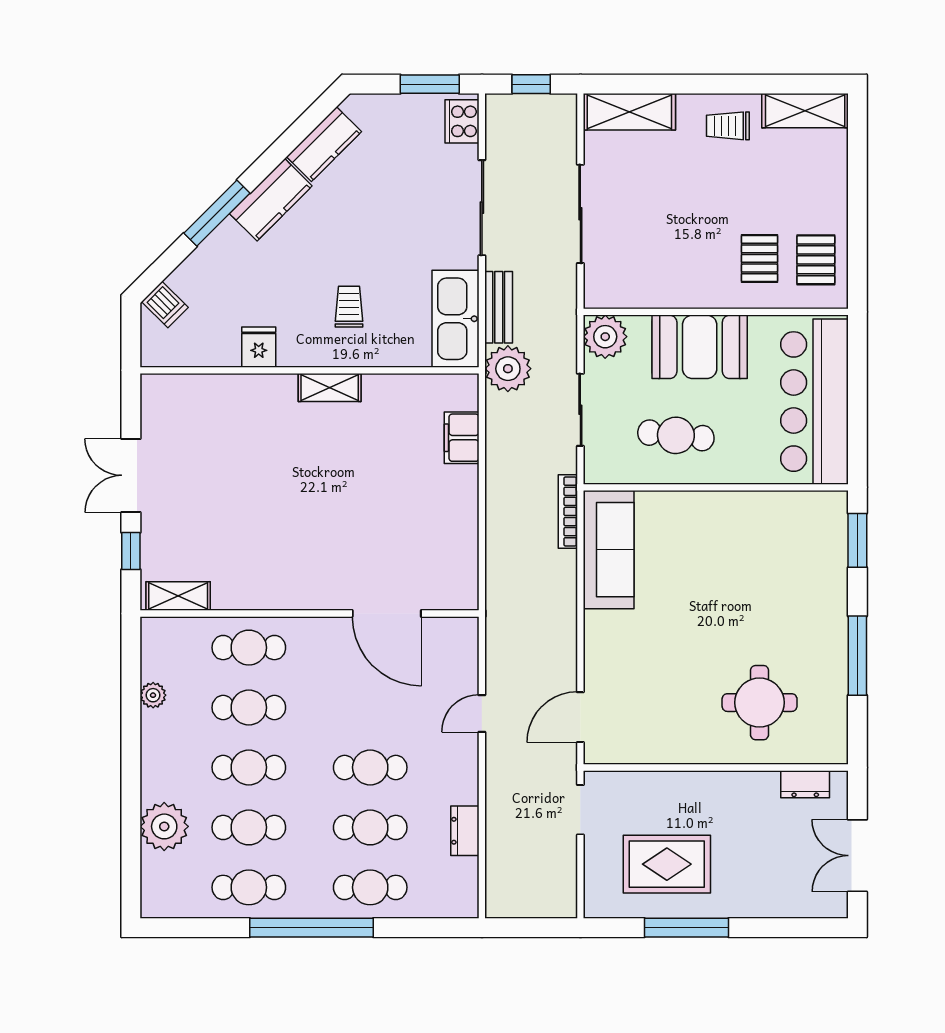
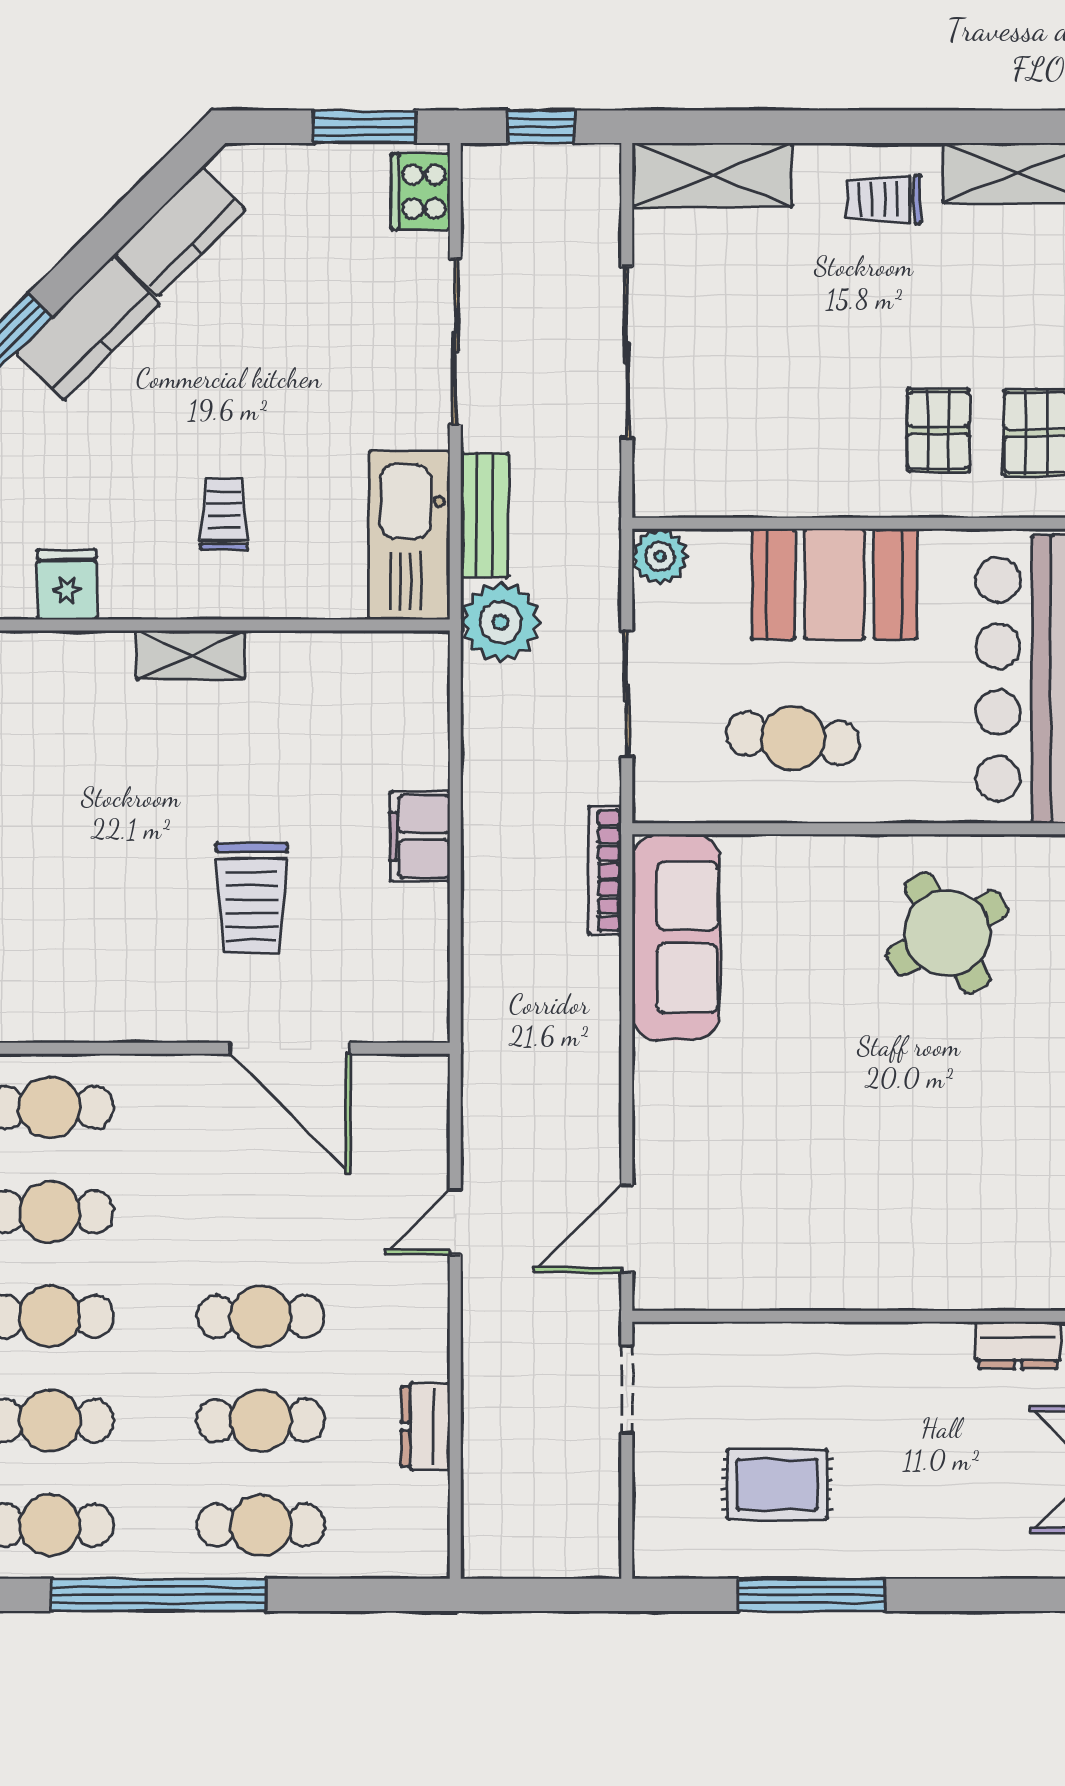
plant: (605, 337) -> (660, 556), width x0.73, depth x0.73
filing cabinet: (462, 438) -> (420, 836), moved
trolley: (365, 527) -> (252, 898), added
round table: (760, 703) -> (947, 933), moved, turned -30
rug: (667, 864) -> (777, 1484), width x0.73, depth x0.70

